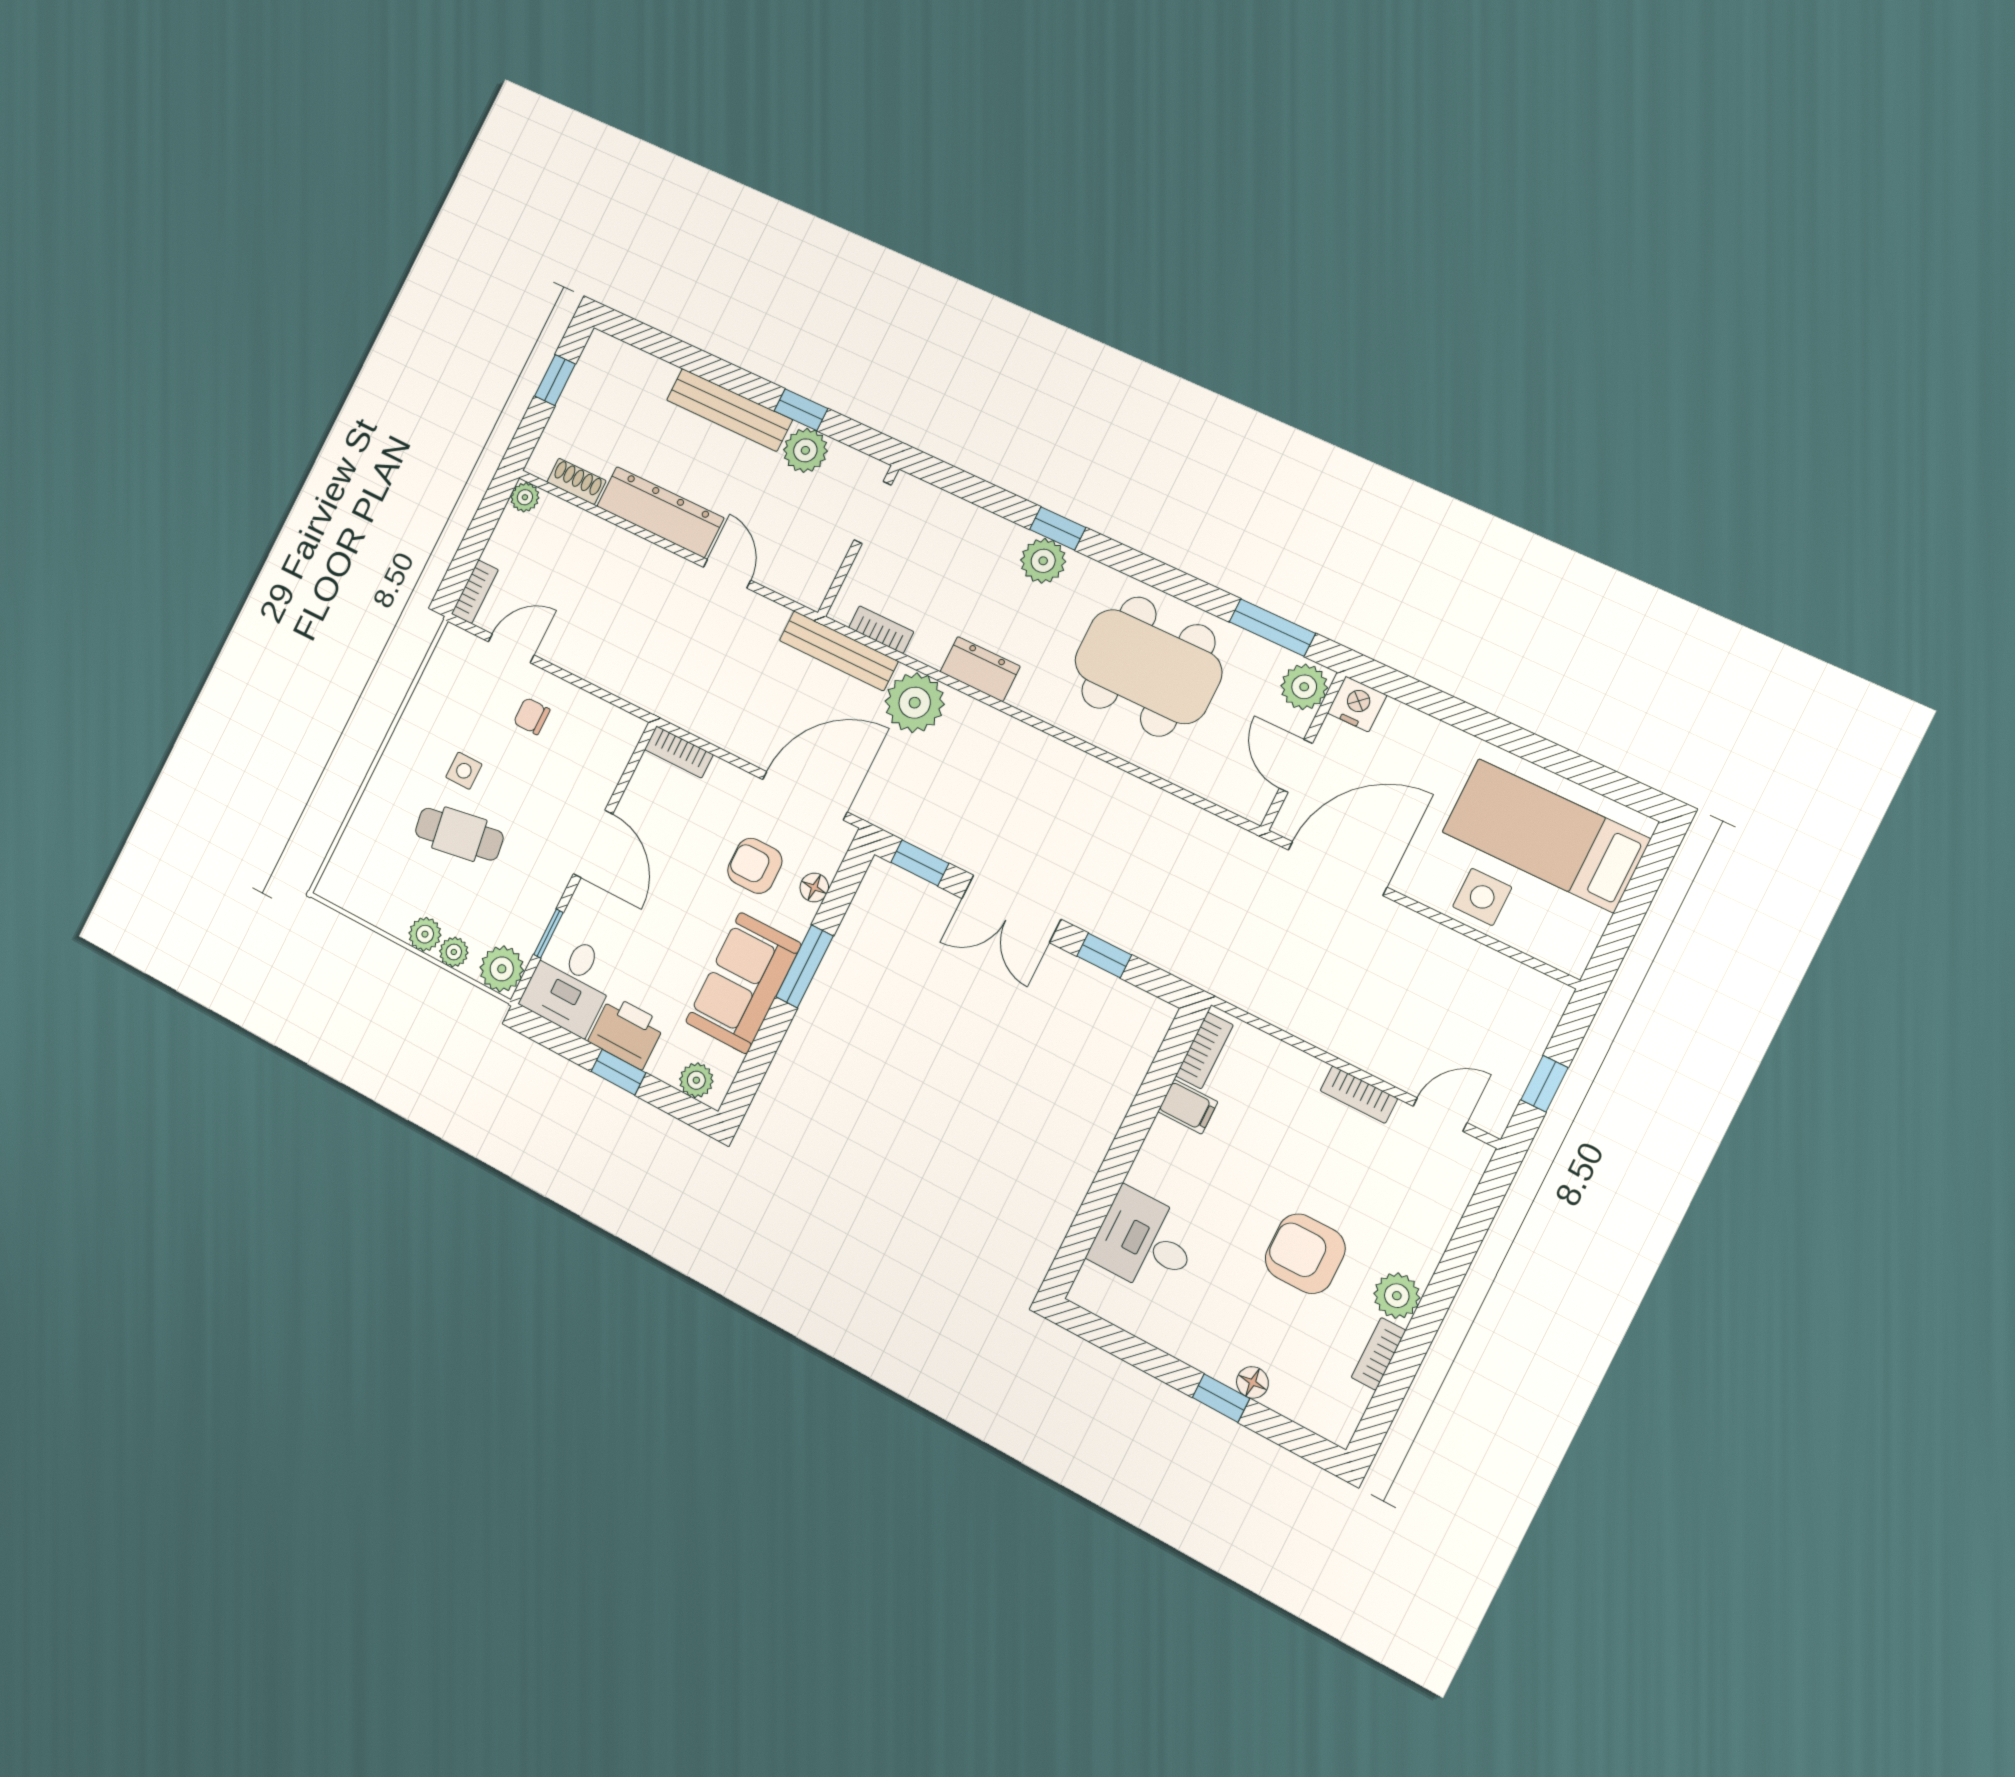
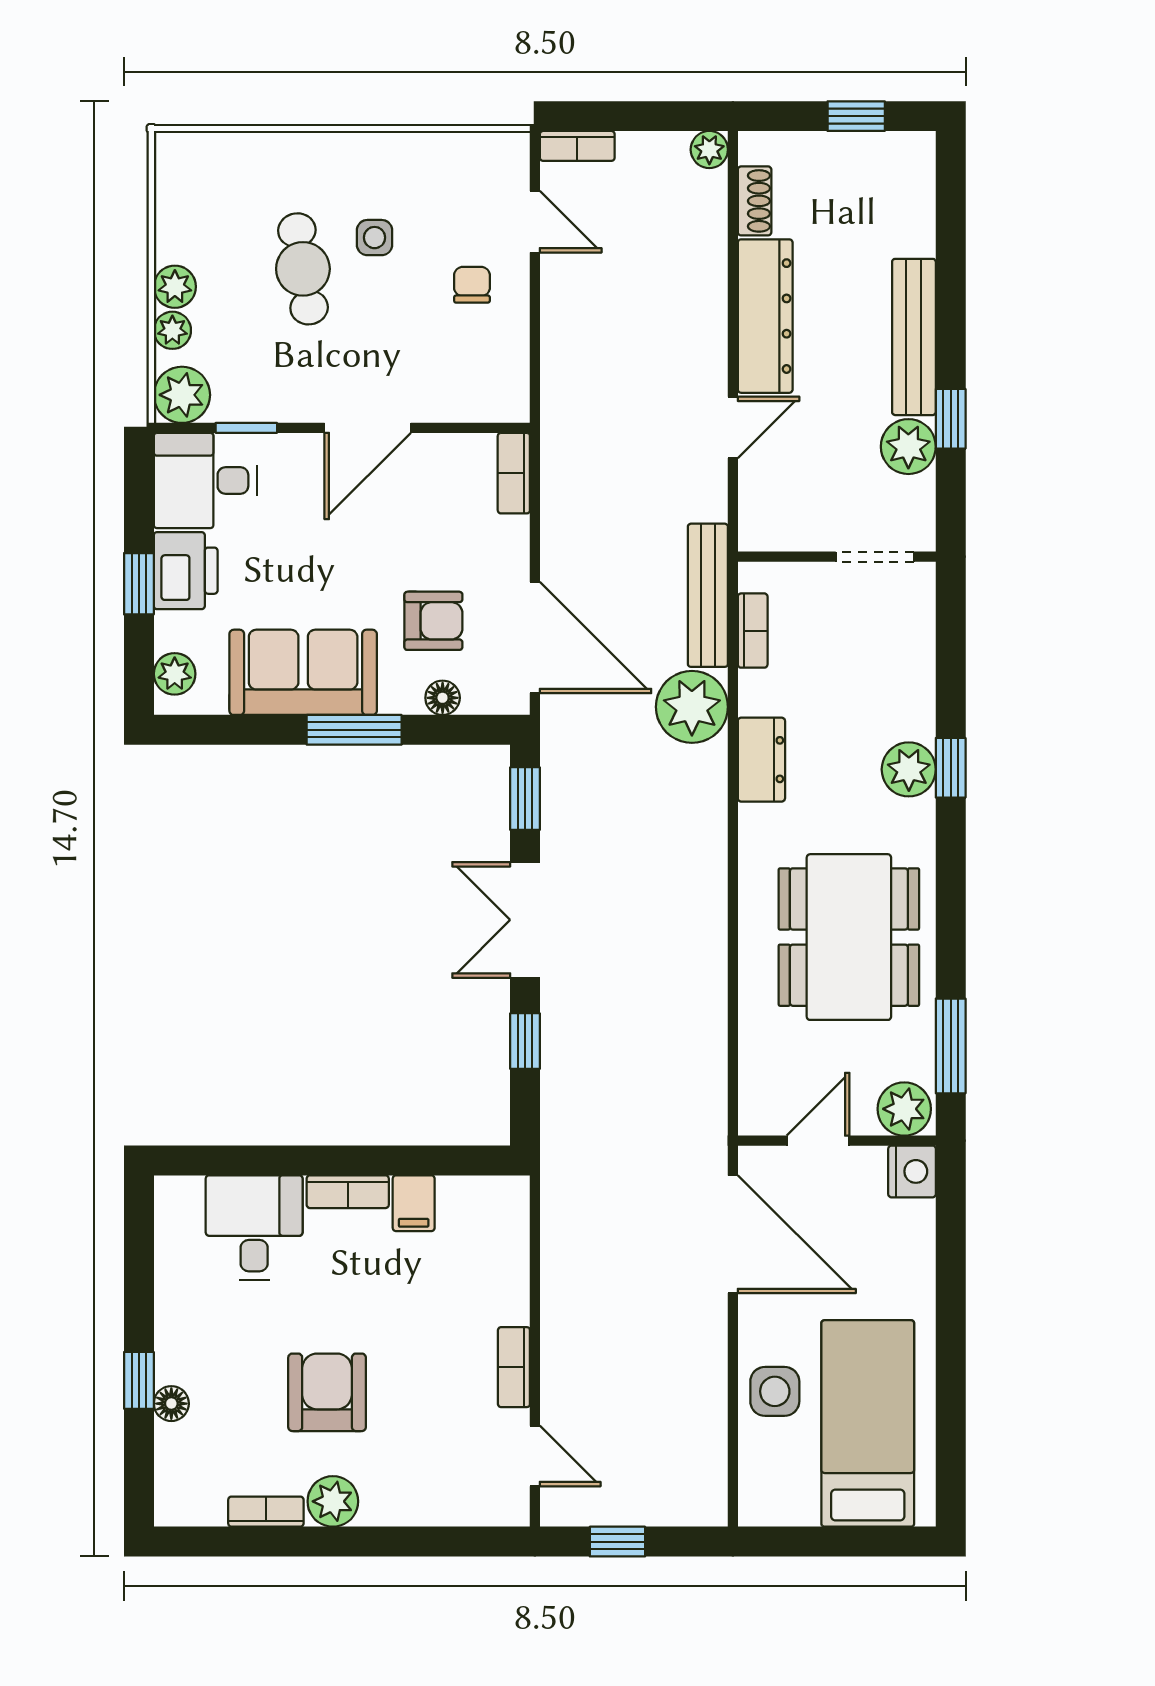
armchair: (755, 866) -> (433, 621), turned 90
bookcase: (1204, 1050) -> (348, 1192), moved

